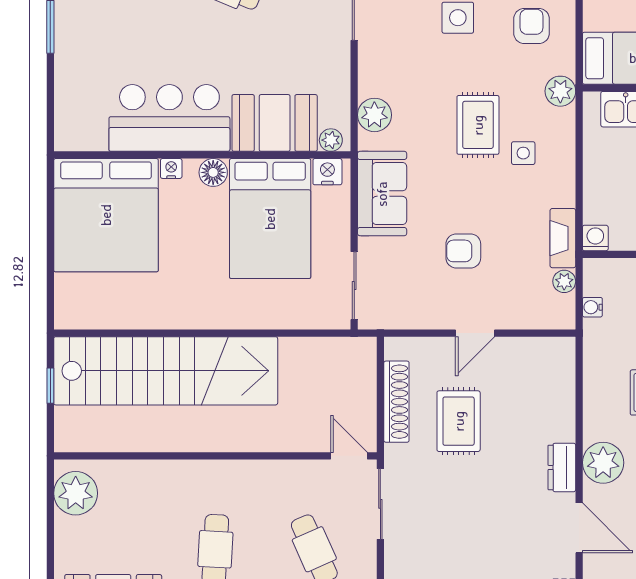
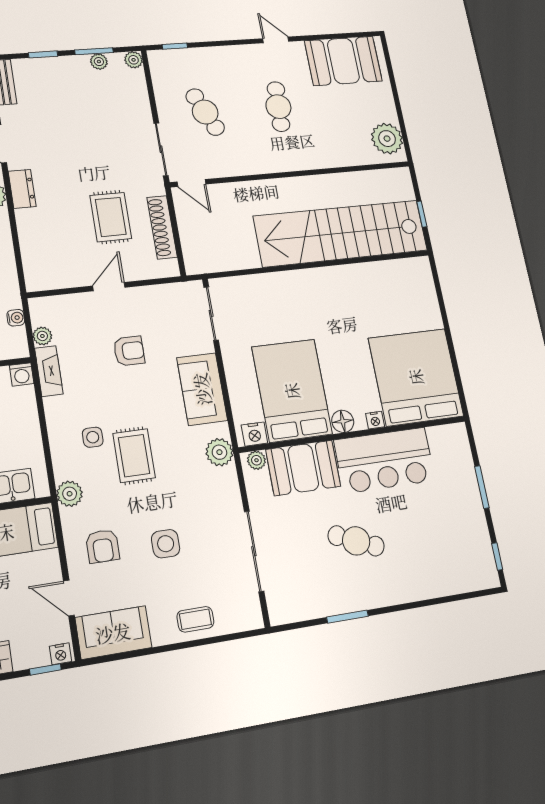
bar counter: (169, 118) -> (385, 460), moved
booth: (275, 123) -> (303, 468), moved
plant: (331, 140) -> (256, 460), moved
wall: (202, 155) -> (354, 434), moved
nightstand: (171, 168) -> (375, 420), moved
floor lamp: (213, 172) -> (343, 421), moved
nightstand: (327, 172) -> (254, 434), moved
bed: (106, 215) -> (416, 377), moved
bed: (270, 219) -> (292, 391), moved

